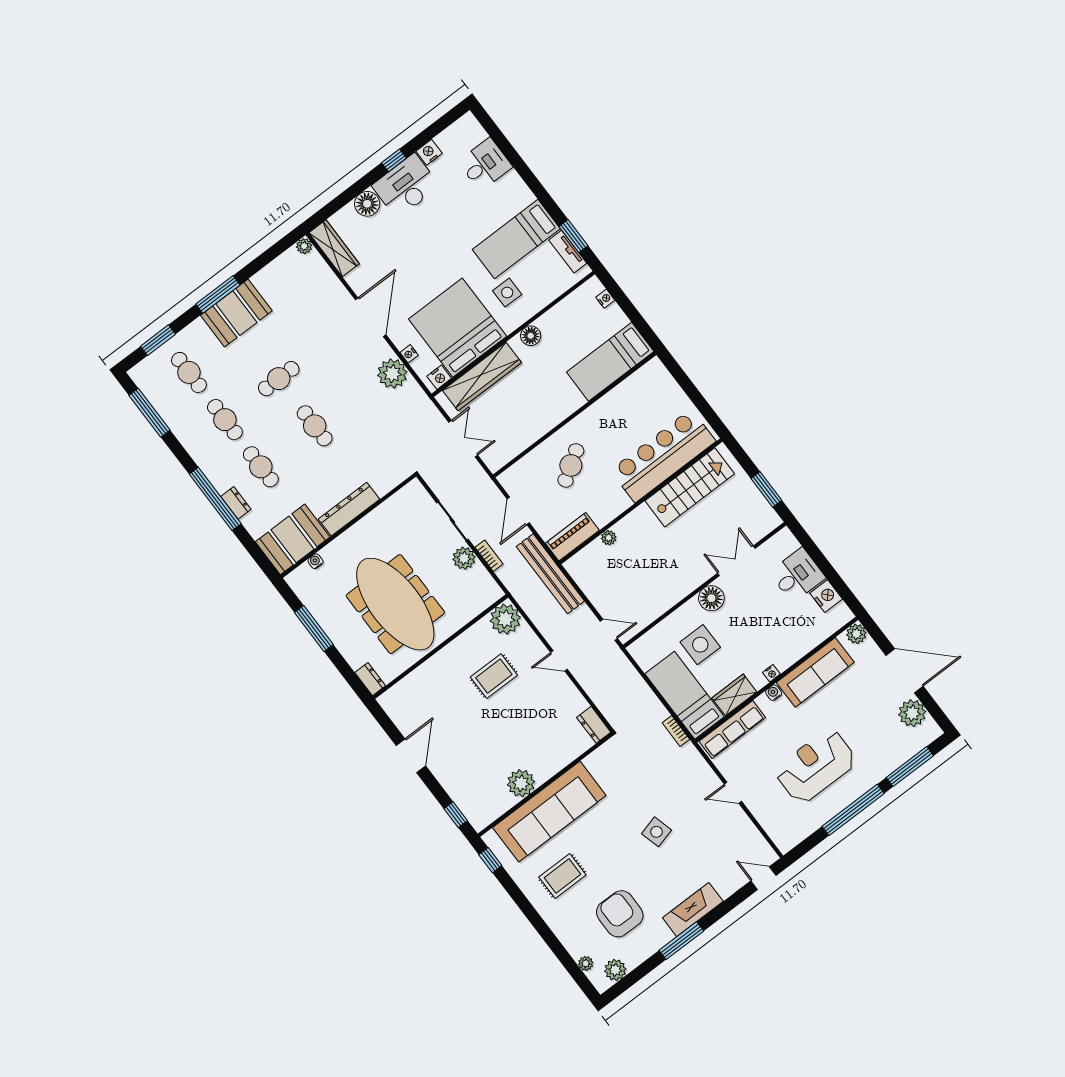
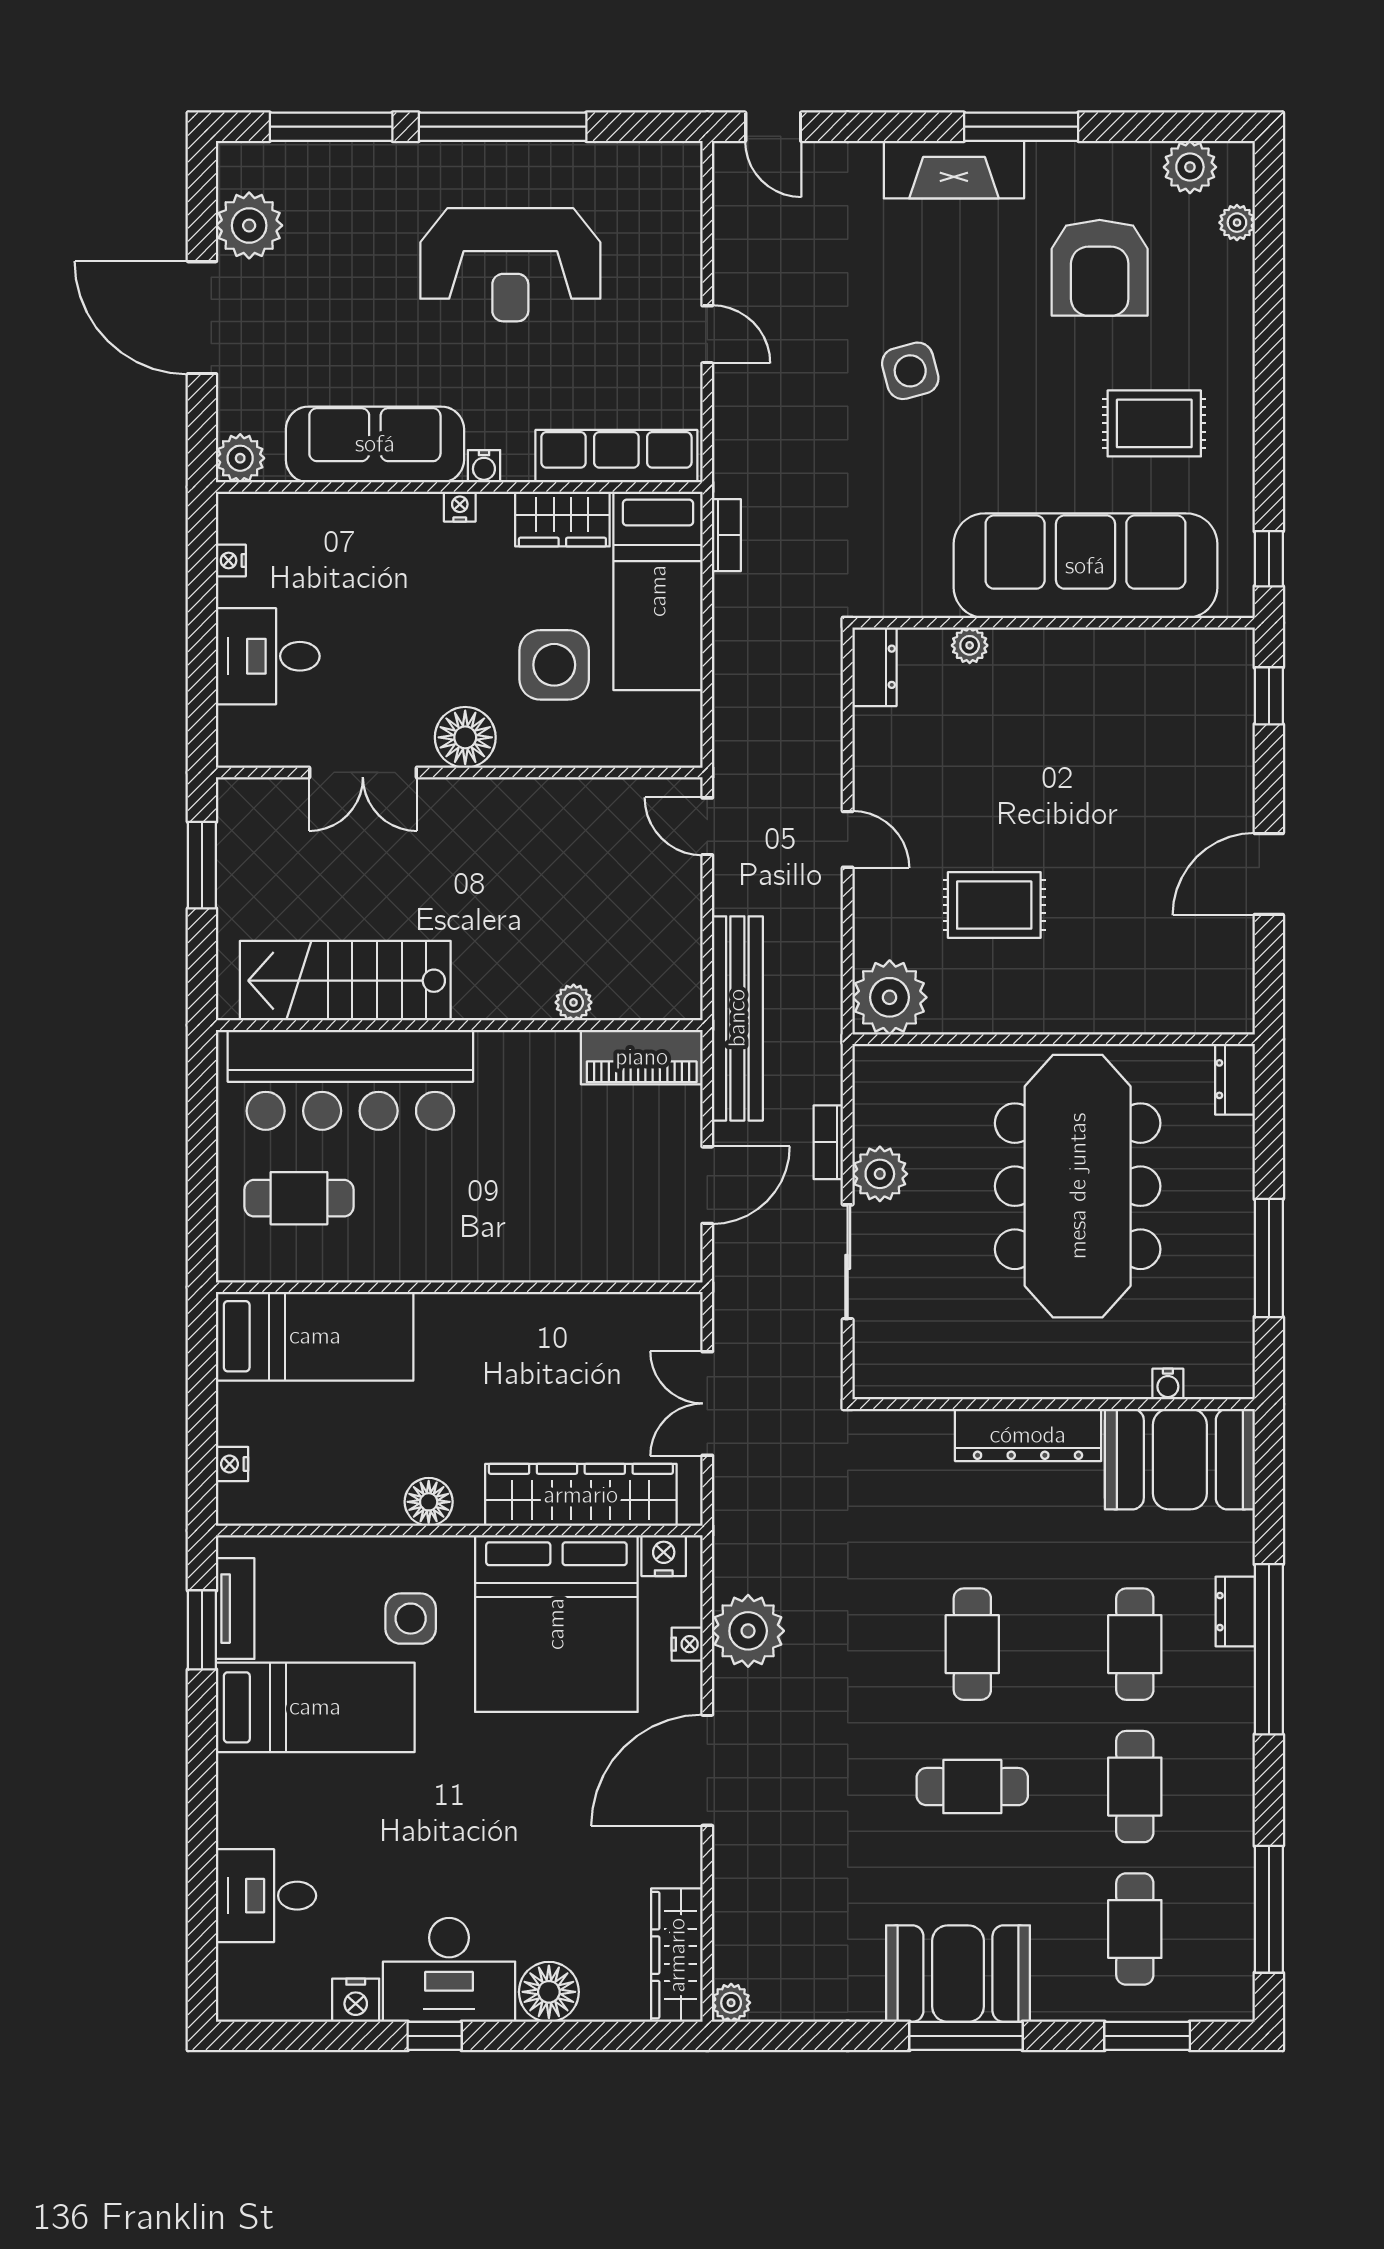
cafe table: (571, 465) -> (299, 1198), moved, turned 33
nightstand: (826, 596) -> (231, 560), width x0.53, depth x0.56
plant: (521, 783) -> (970, 645), moved, width x0.53, depth x0.53

